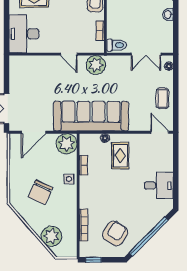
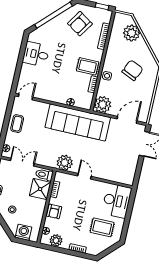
shower: (118, 27) -> (40, 189), added
door: (160, 132) -> (26, 97), swing flipped
rug: (120, 156) -> (88, 66), moved, turned 90

